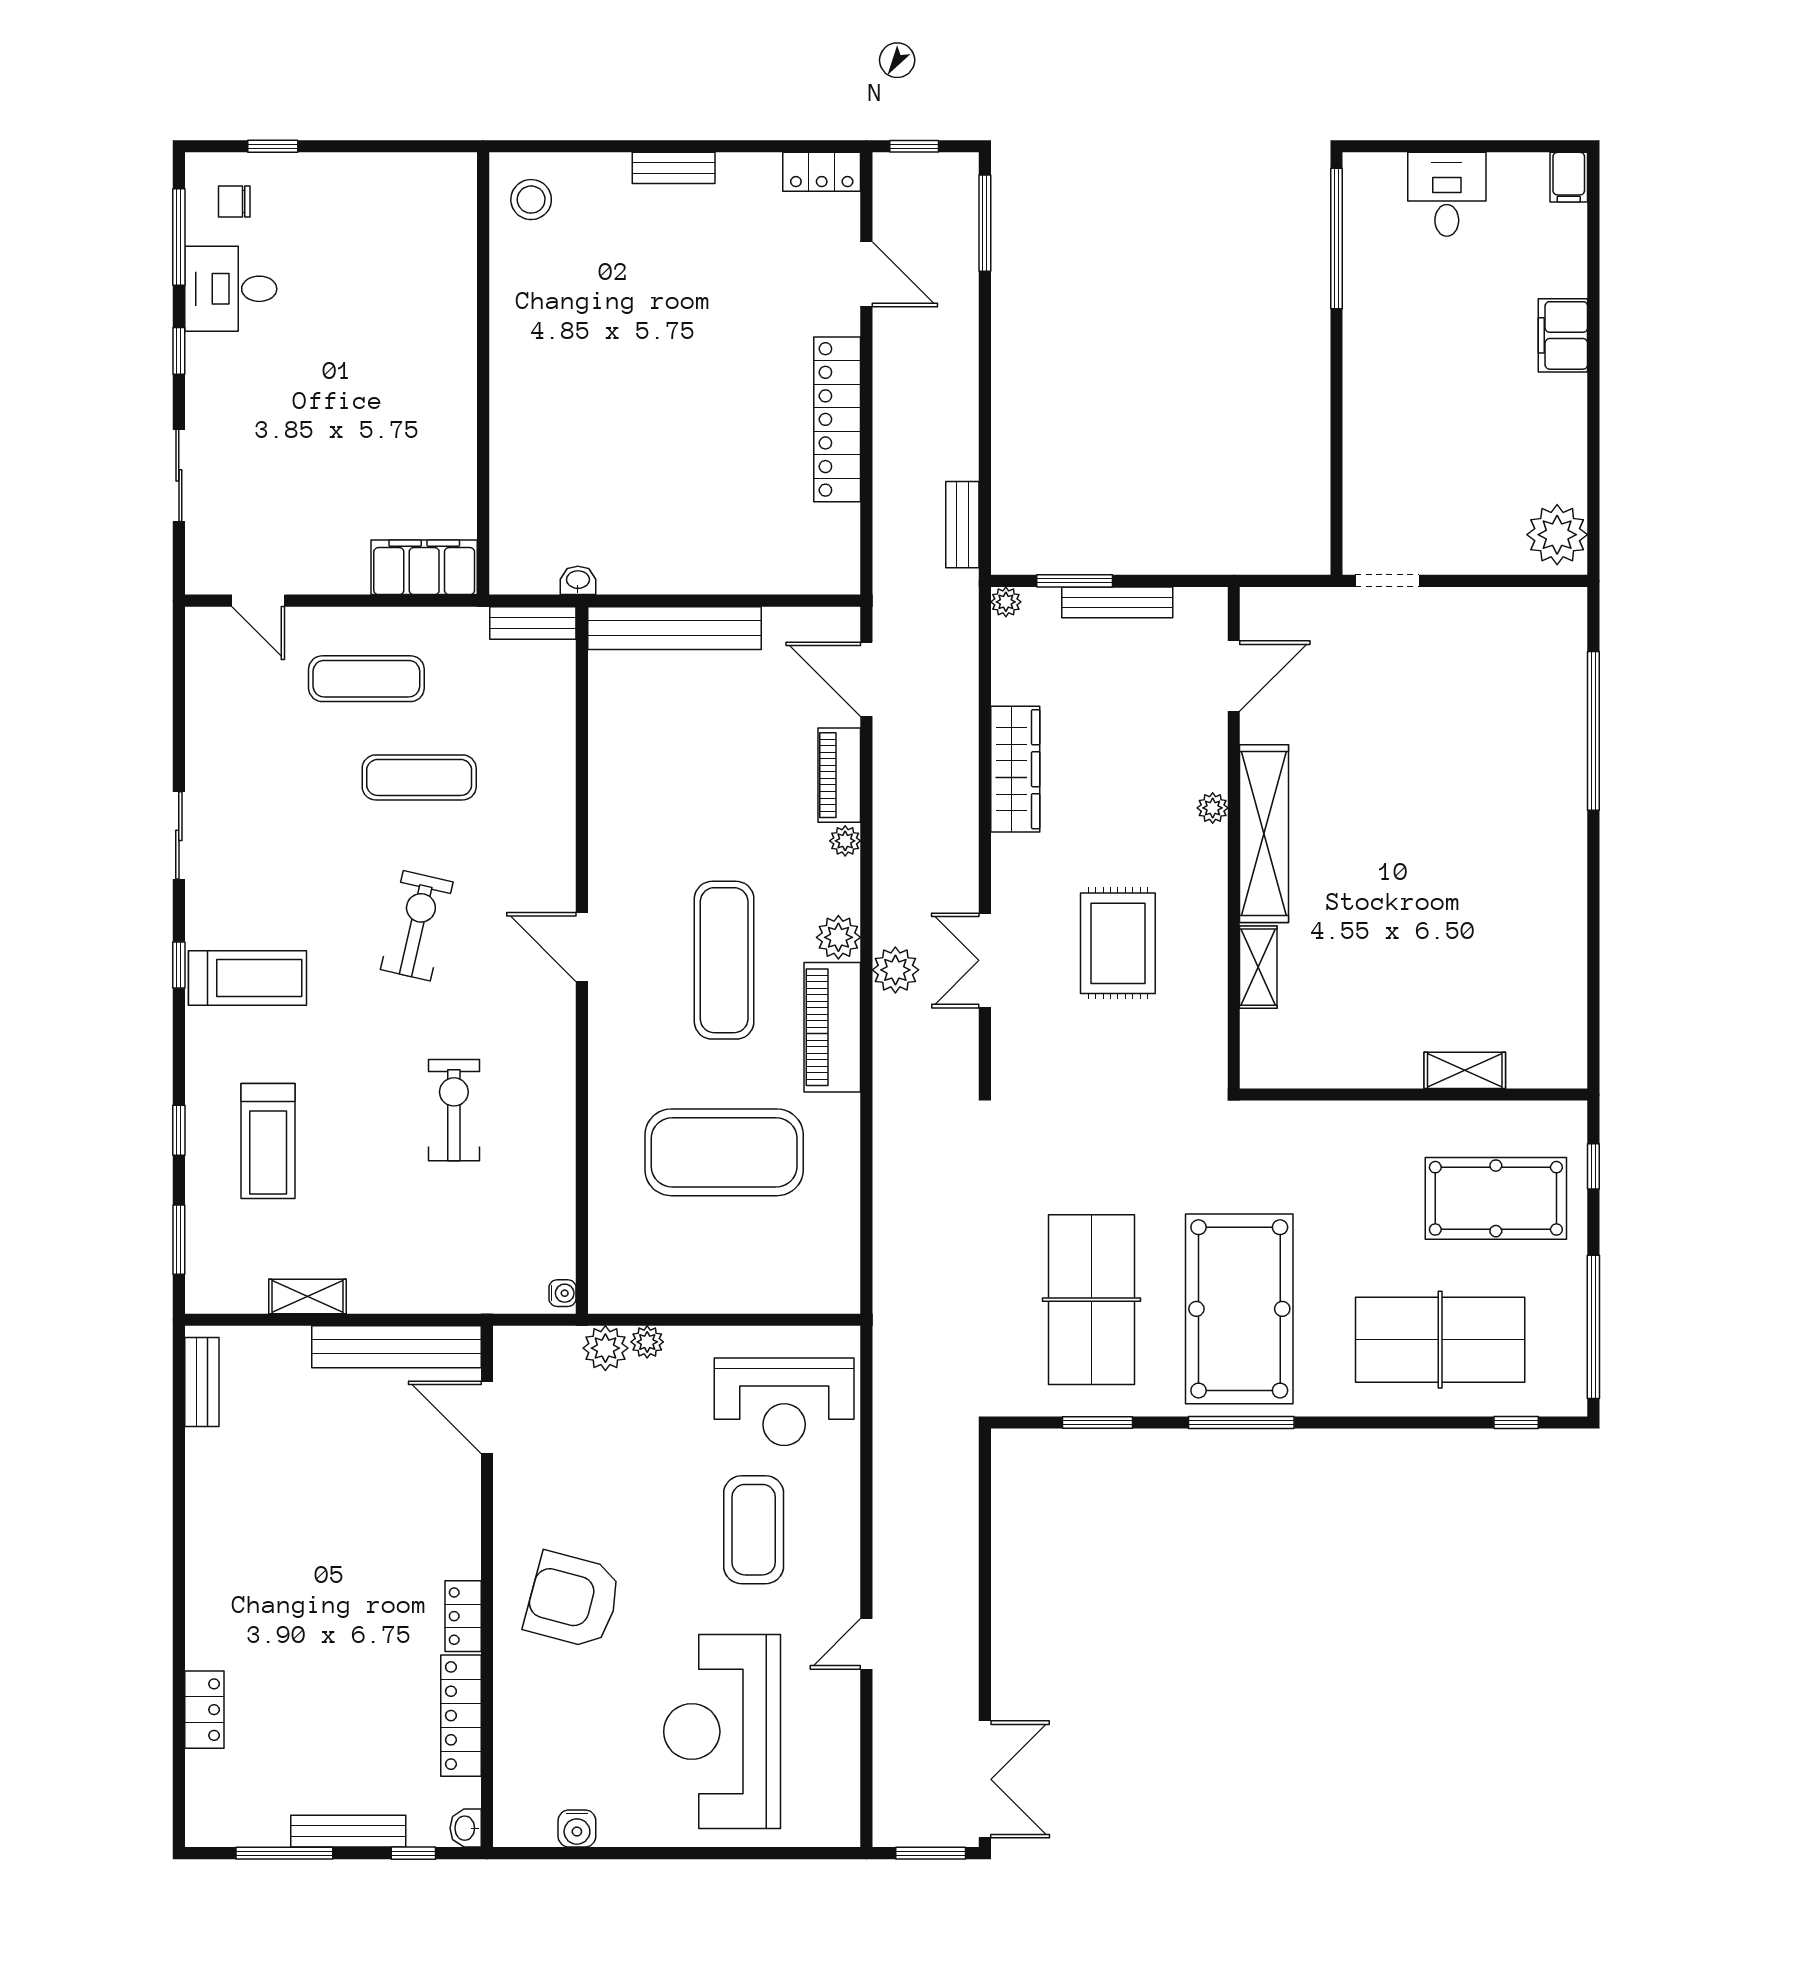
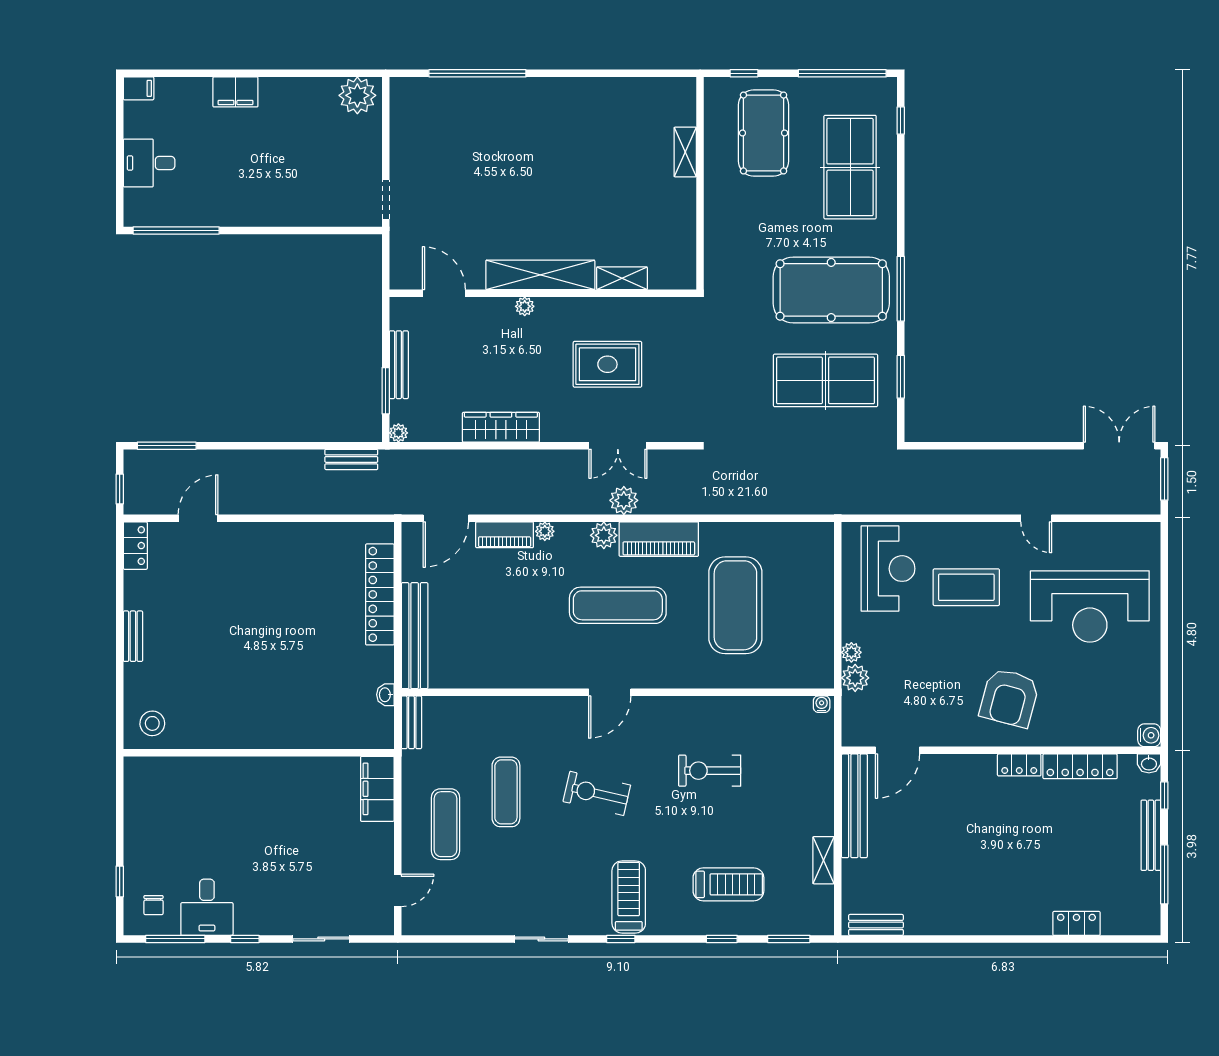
locker: (837, 419) -> (380, 594), moved, turned 90
water cooler: (577, 1829) -> (1149, 735), moved

